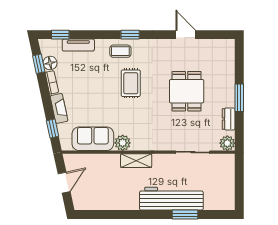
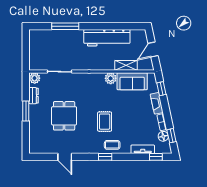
shelving: (136, 161) -> (126, 65), moved
workbench: (171, 199) -> (107, 38), moved
window: (185, 215) -> (65, 26), width x1.44

